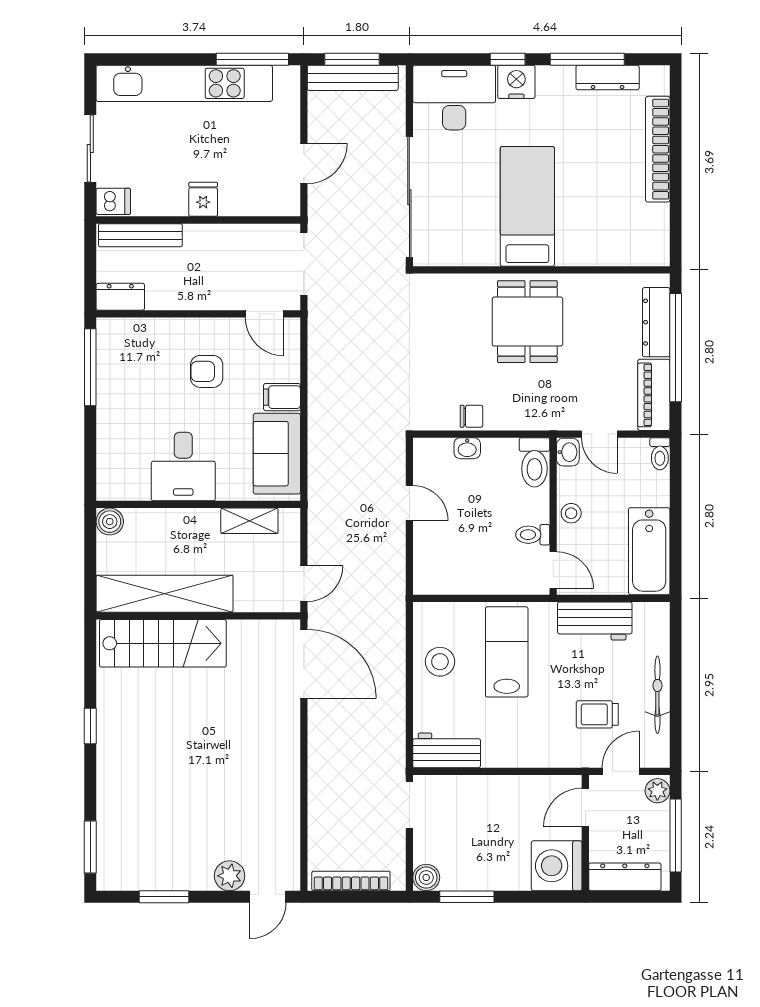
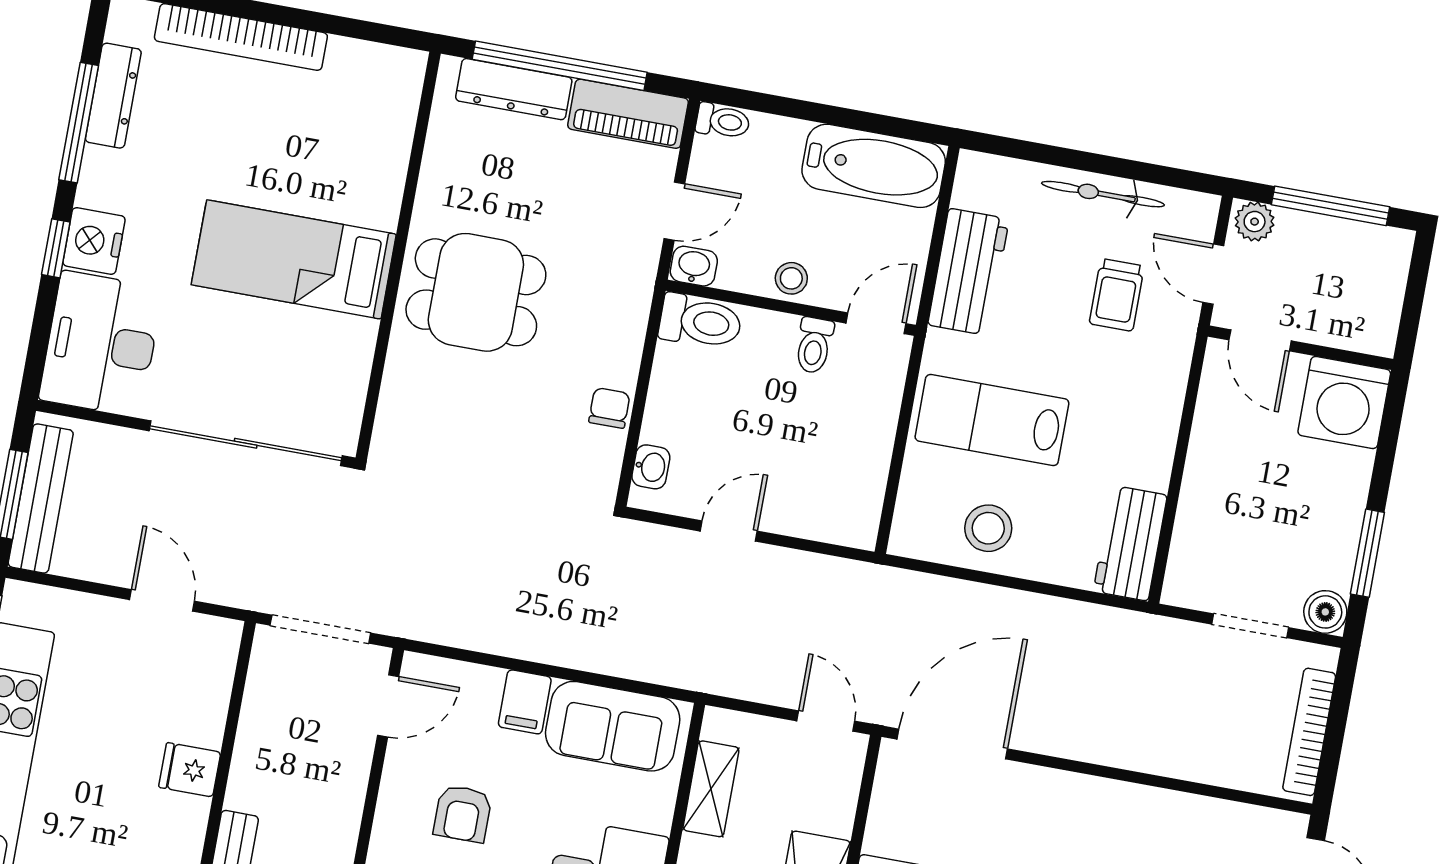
washbasin: (467, 448) -> (651, 467), moved
doorway: (409, 805) -> (1250, 626), moved
dresser: (625, 877) -> (1381, 298), removed

